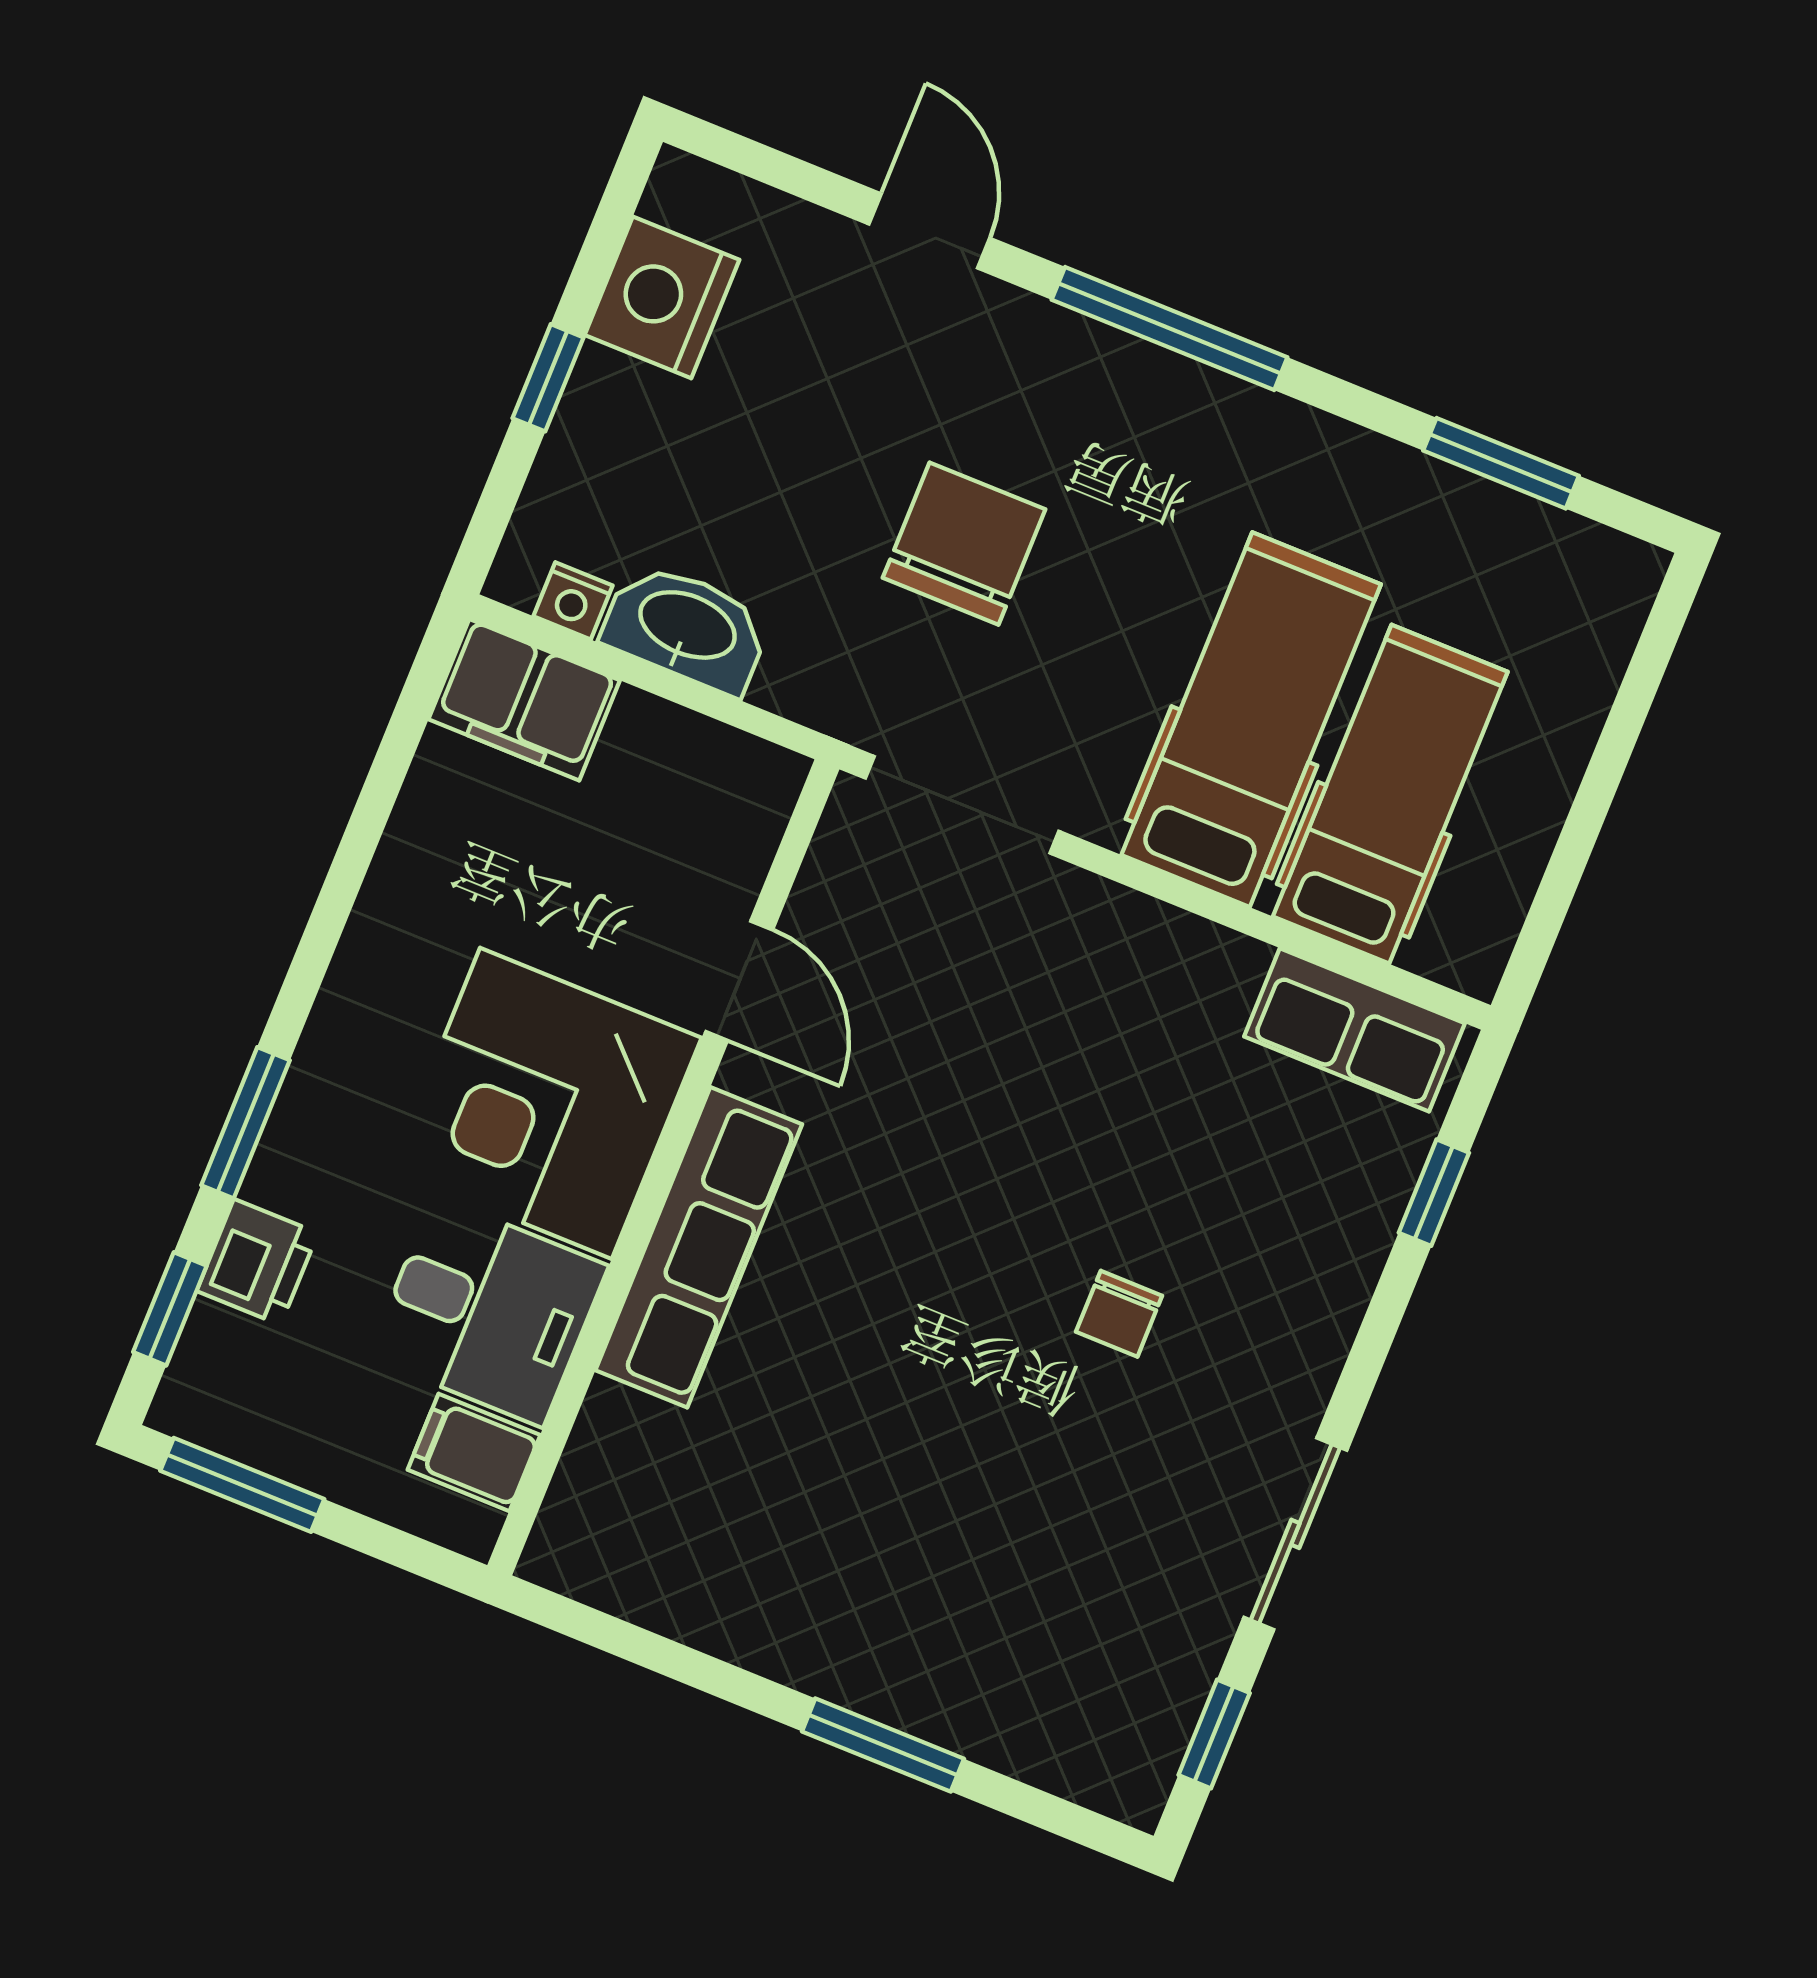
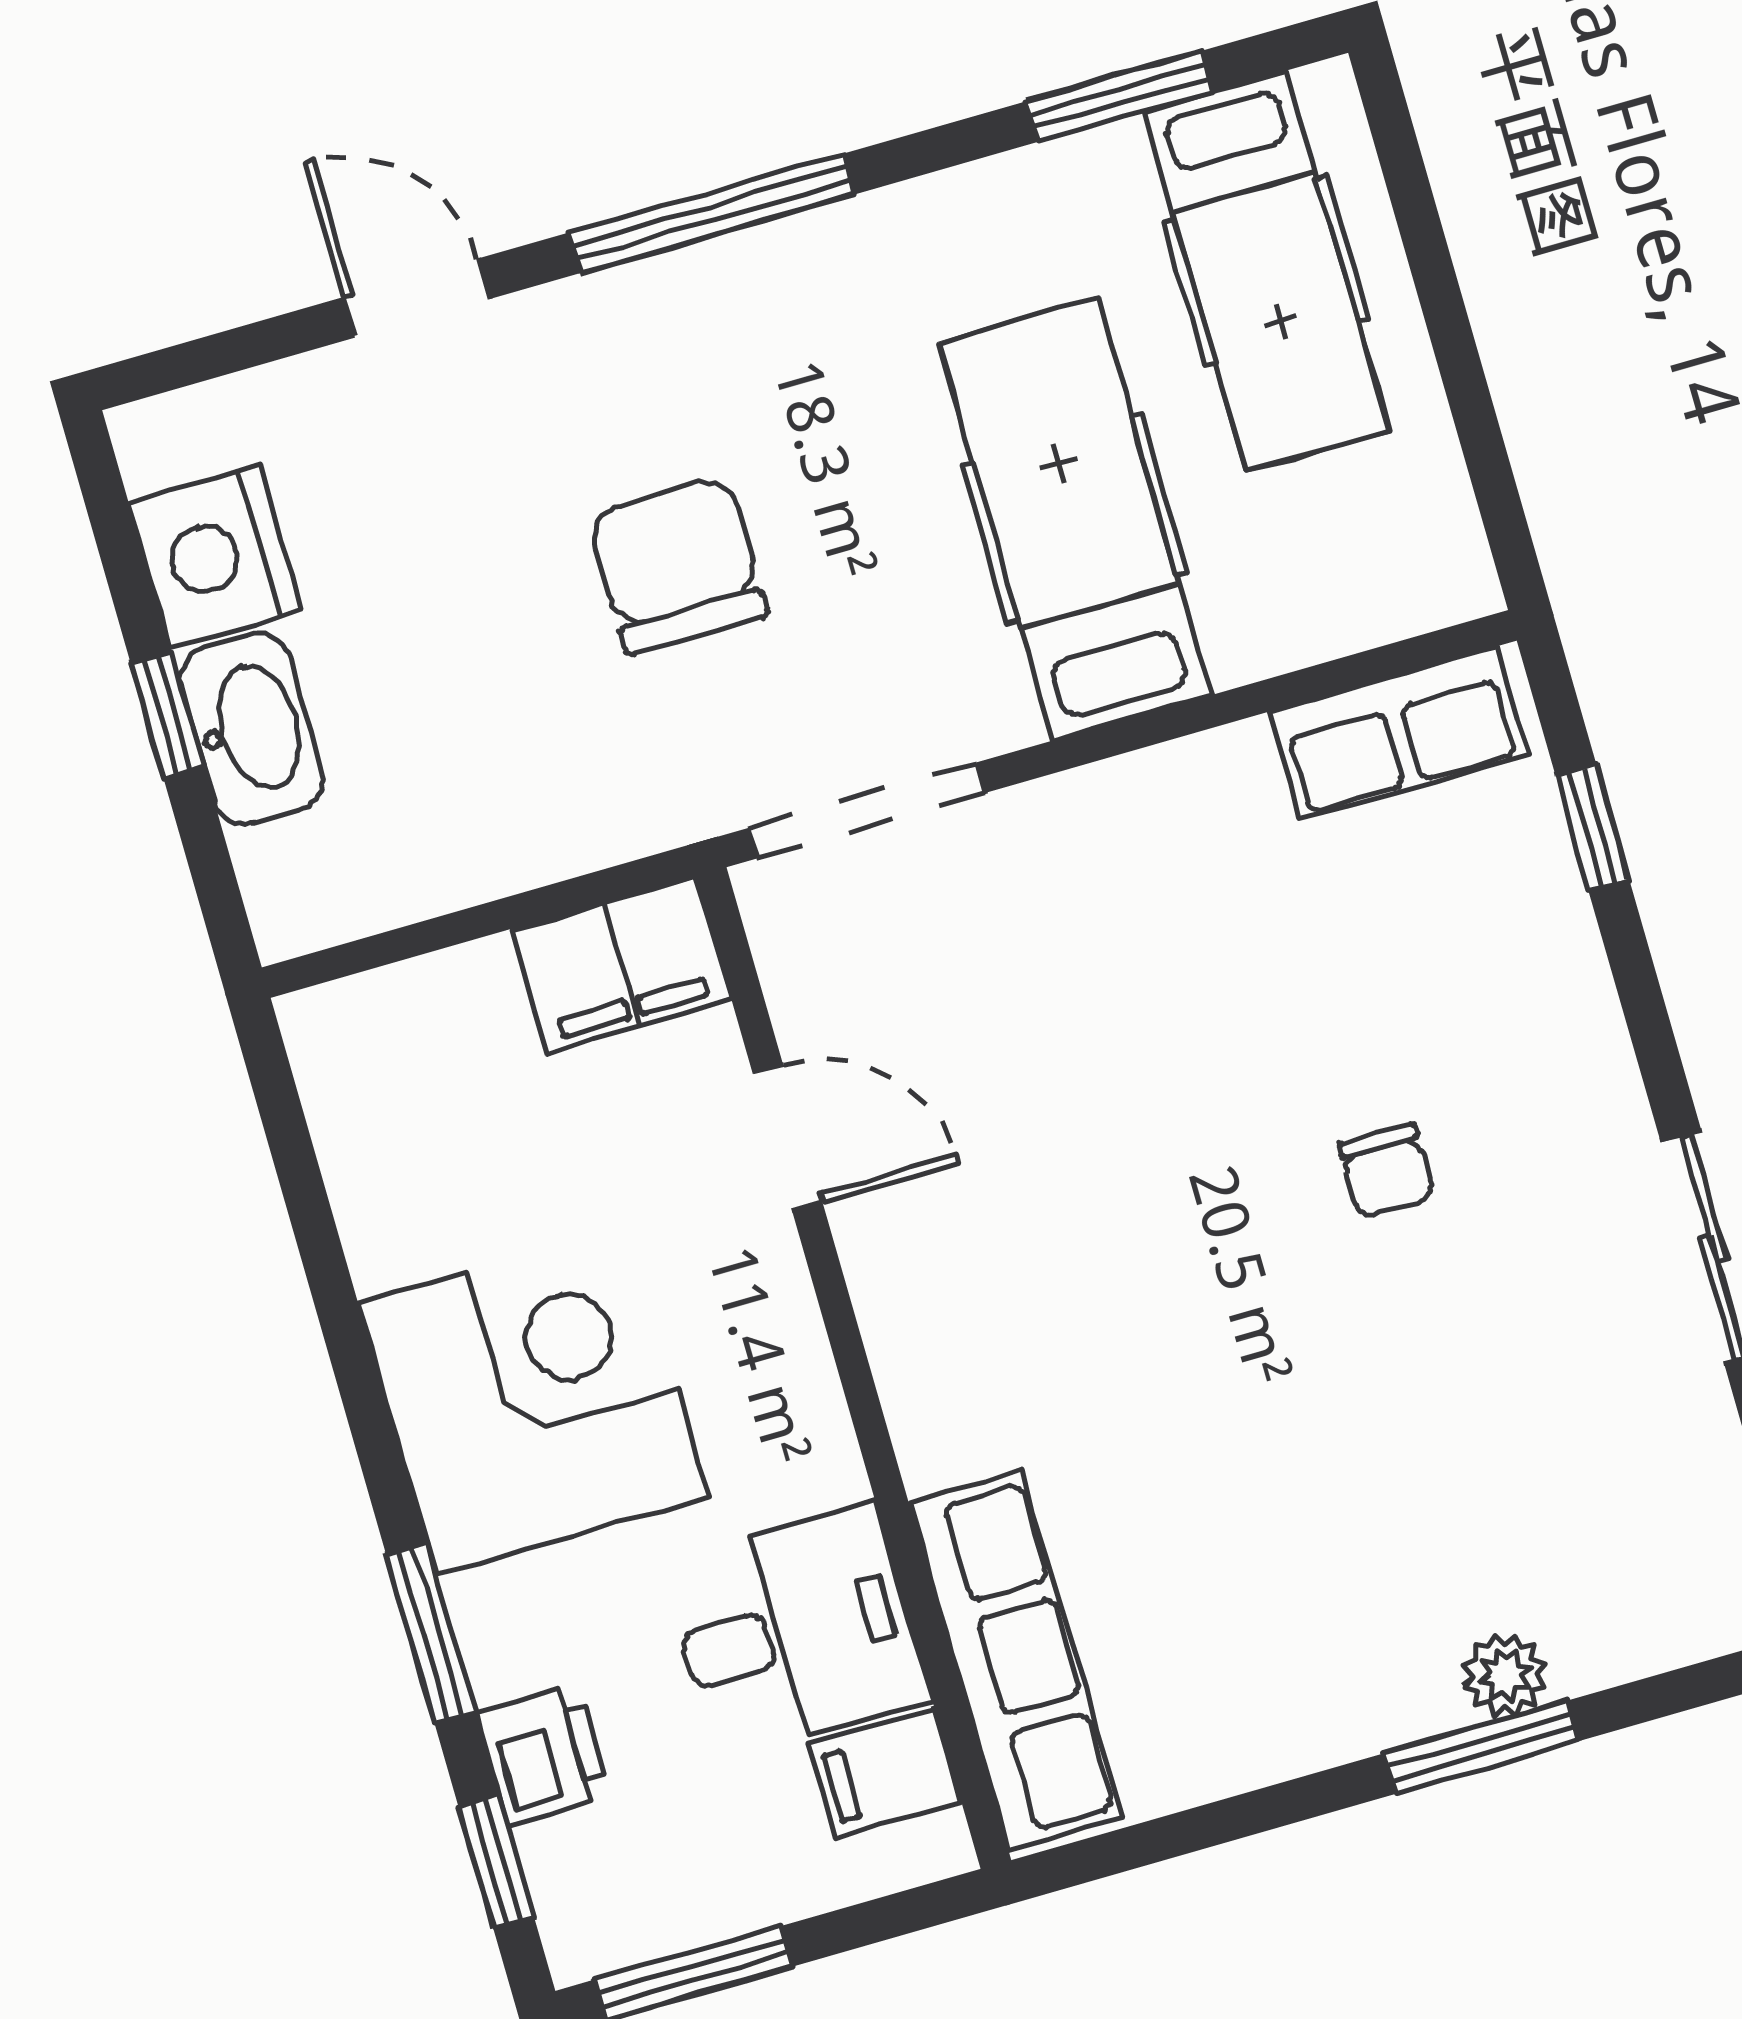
nightstand: (573, 601) -> (354, 905), removed
washbasin: (686, 628) -> (252, 729), moved, turned 90
filing cabinet: (524, 700) -> (621, 964), moved
hospital bed: (1390, 794) -> (1266, 271), moved, turned 180
corner desk: (546, 1103) -> (533, 1400), moved, turned 180
row of seats: (699, 1247) -> (1015, 1661), moved
plant: (935, 1709) -> (1505, 1675), added

